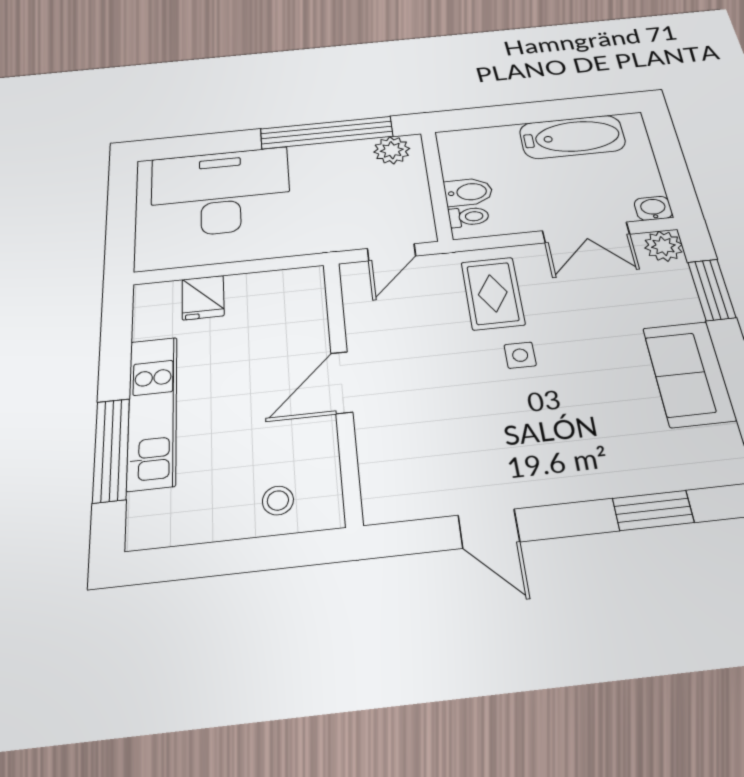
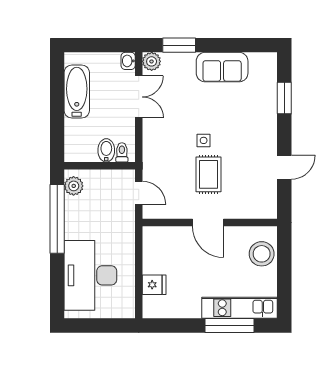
rug: (493, 293) -> (208, 174), moved, turned 90
kitchen unit: (152, 412) -> (240, 308), moved
stool: (278, 501) -> (262, 254), width x1.89, depth x1.89

